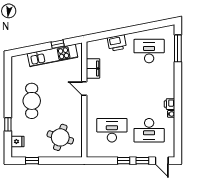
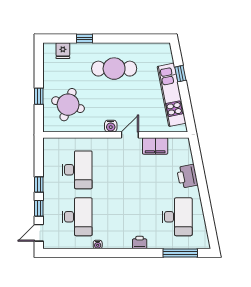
window: (58, 44) -> (180, 74), moved
water cooler: (77, 104) -> (111, 126), added
printer: (170, 104) -> (140, 243), moved
desk: (149, 130) -> (77, 217), turned 180
window: (32, 161) -> (39, 96), moved

